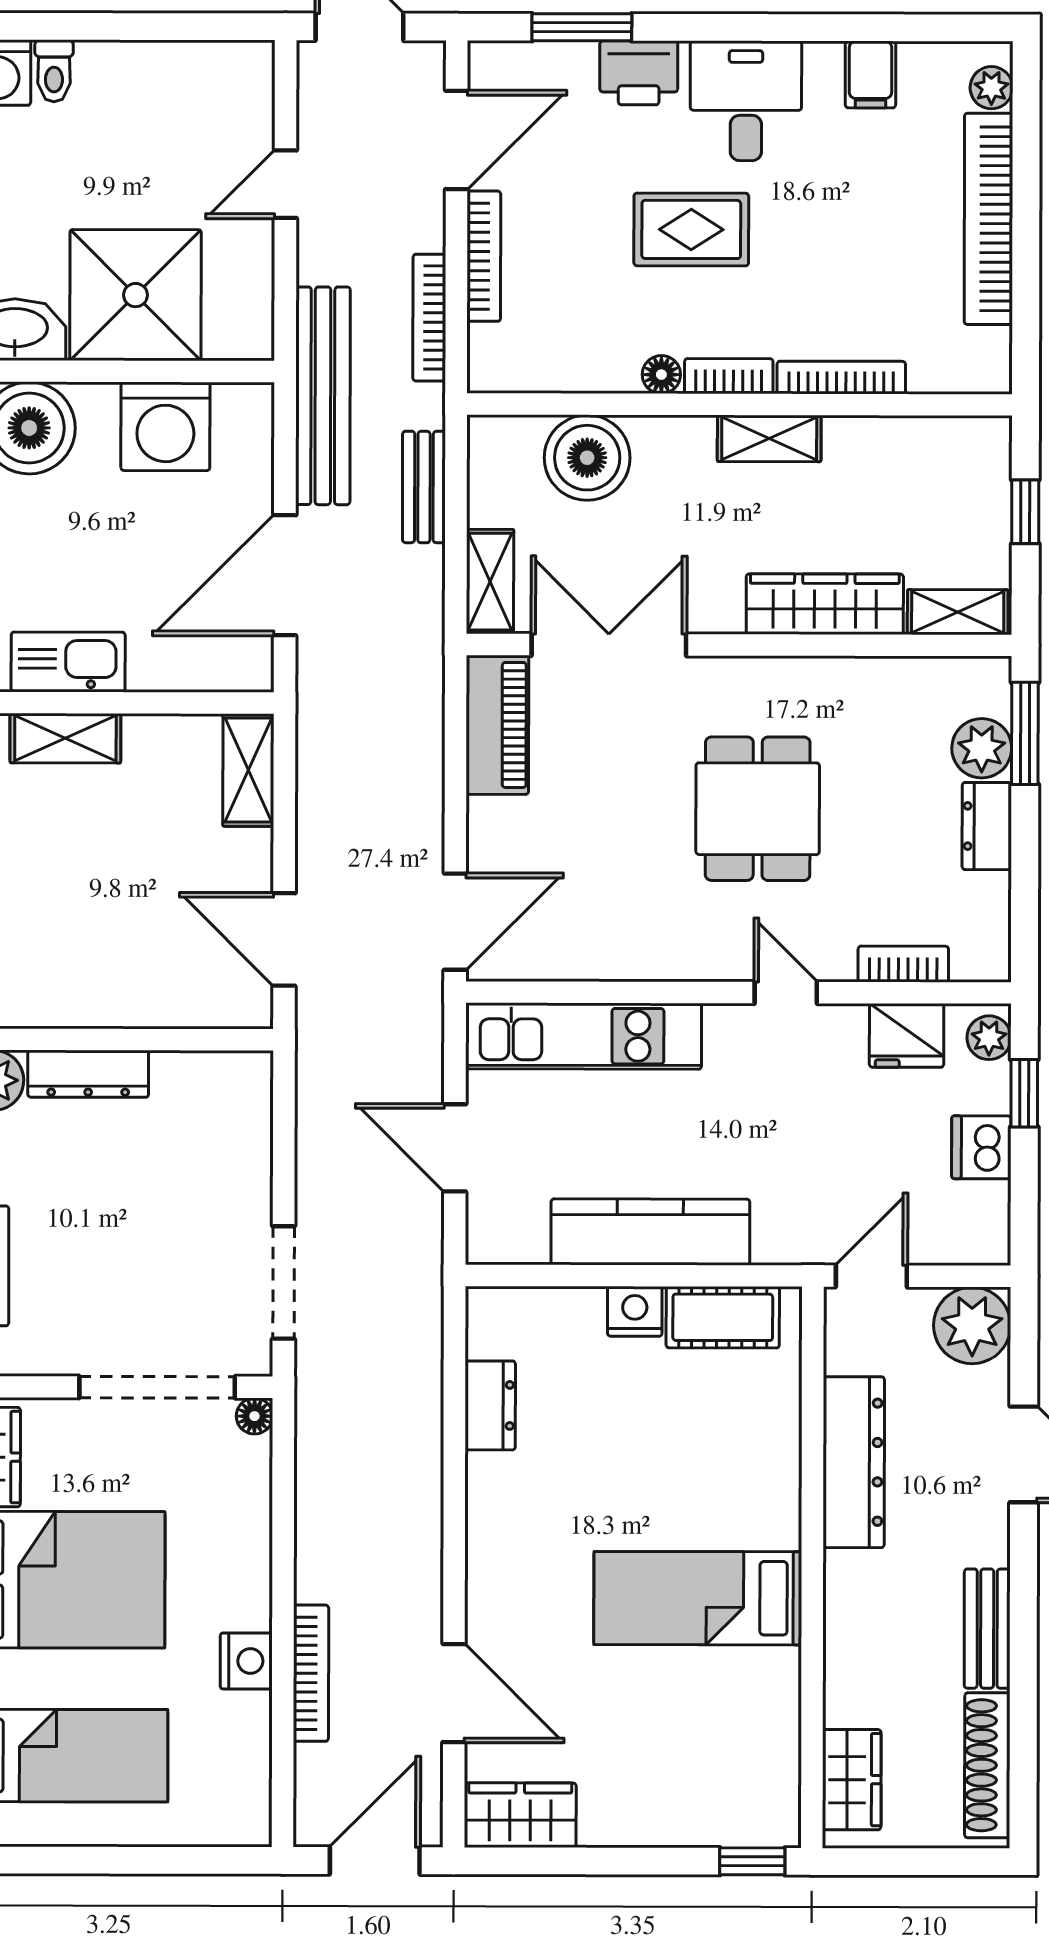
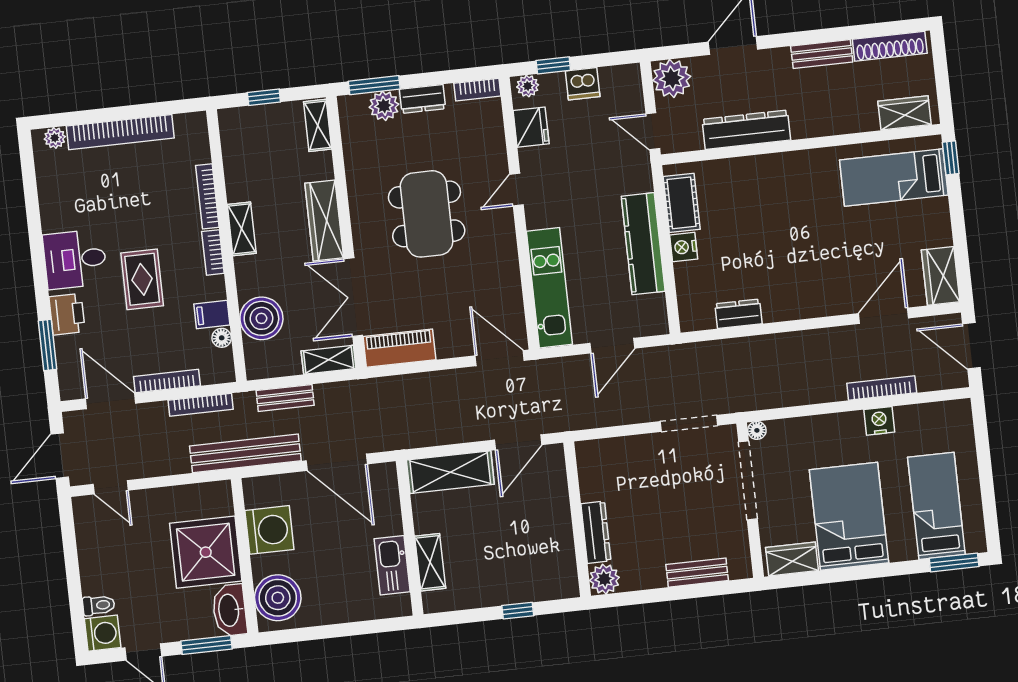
filing cabinet: (871, 75) -> (212, 315), moved, turned 180
door: (285, 184) -> (111, 487), moved
floor lamp: (661, 375) -> (222, 338), moved
wardrobe: (825, 604) -> (324, 221), moved
shelving: (248, 770) -> (450, 472), width x1.50, depth x1.33
dining table: (758, 809) -> (427, 214), width x1.38
bookcase: (903, 964) -> (477, 90), moved, turned -90
bed: (698, 1598) -> (894, 178), moved, turned 90

